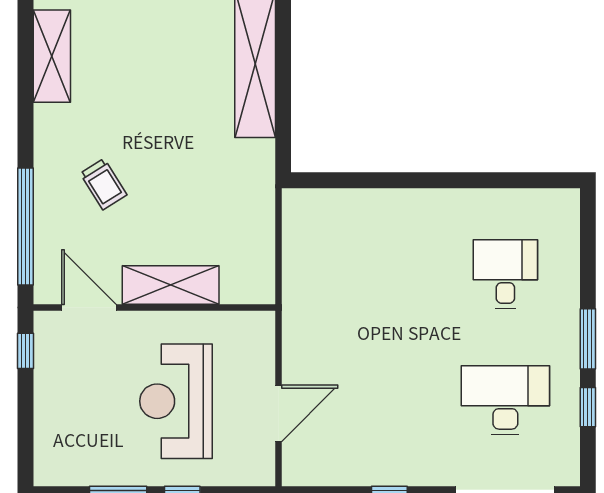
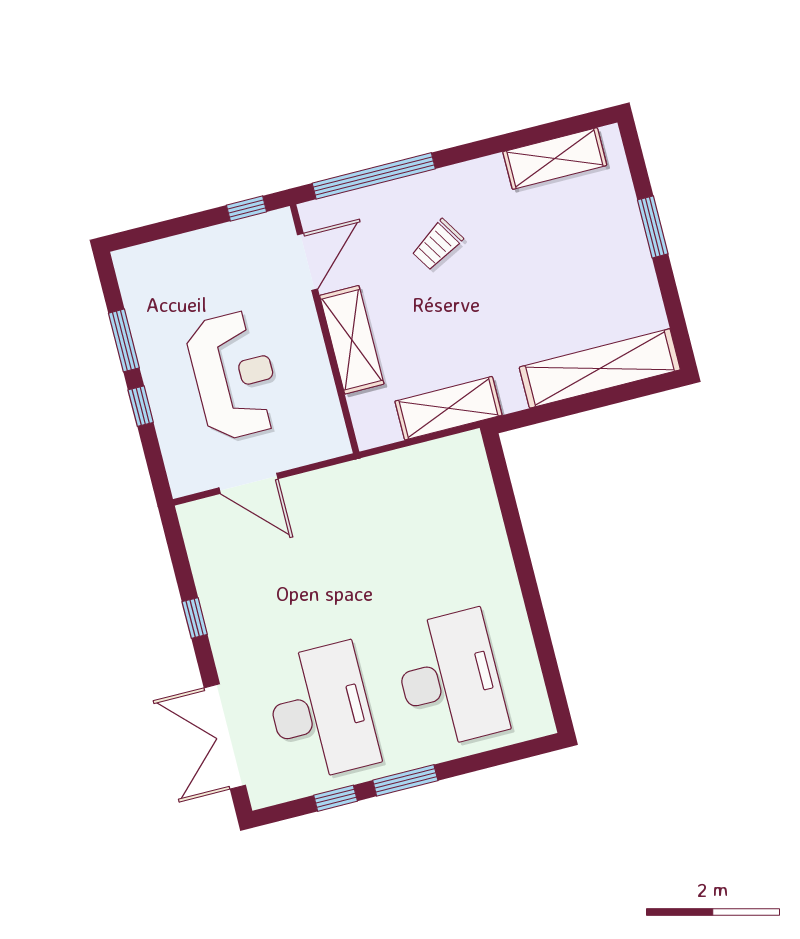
shelving: (256, 212) -> (448, 408), added
desk: (505, 274) -> (450, 679), width x1.87, depth x1.30
desk: (505, 400) -> (321, 712), width x1.36, depth x1.30
reception desk: (176, 401) -> (234, 375), turned 90

